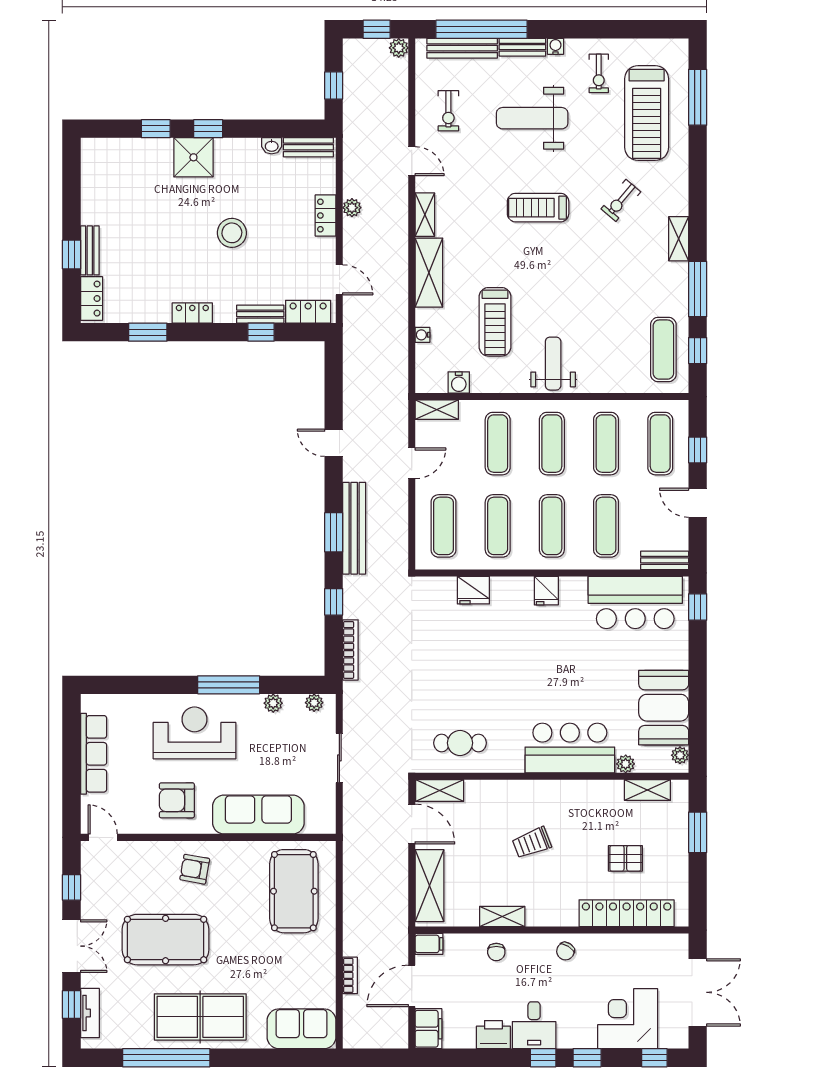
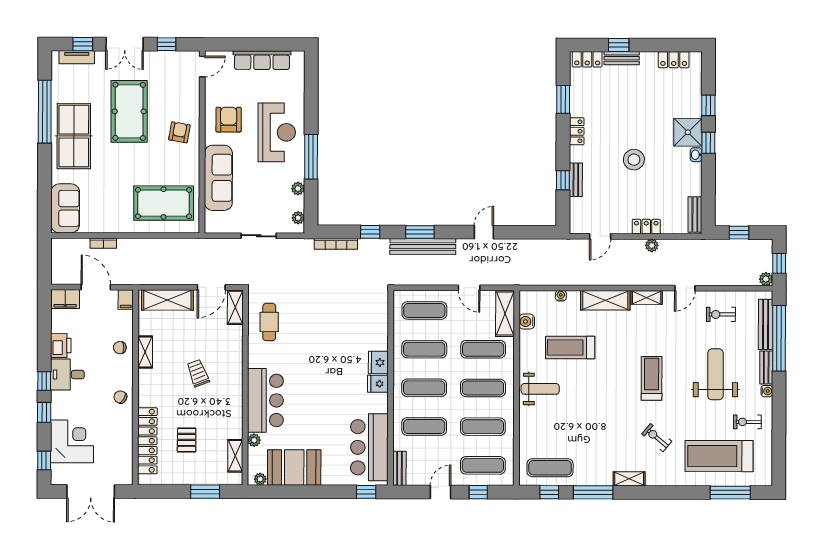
washbasin: (272, 146) -> (696, 155), moved
locker: (308, 312) -> (674, 60), moved, turned 90
shelving: (437, 410) -> (505, 313), width x1.50, depth x1.33
fridge: (473, 590) -> (378, 363), moved

